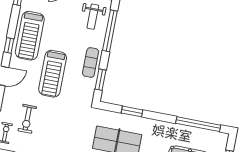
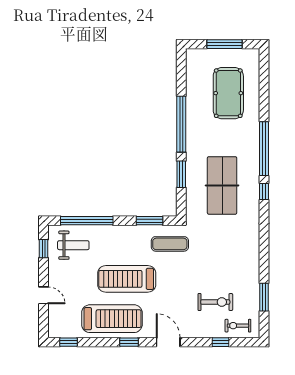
exercise mat: (91, 62) -> (170, 244), moved
treadmill: (53, 74) -> (127, 279), moved, turned 180
window: (198, 124) -> (181, 124), moved

